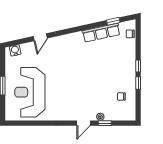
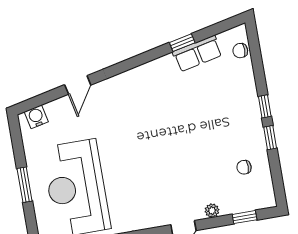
window: (113, 21) -> (182, 43), moved
row of seats: (101, 33) -> (197, 53), width x0.68
window: (105, 123) -> (245, 217), moved

